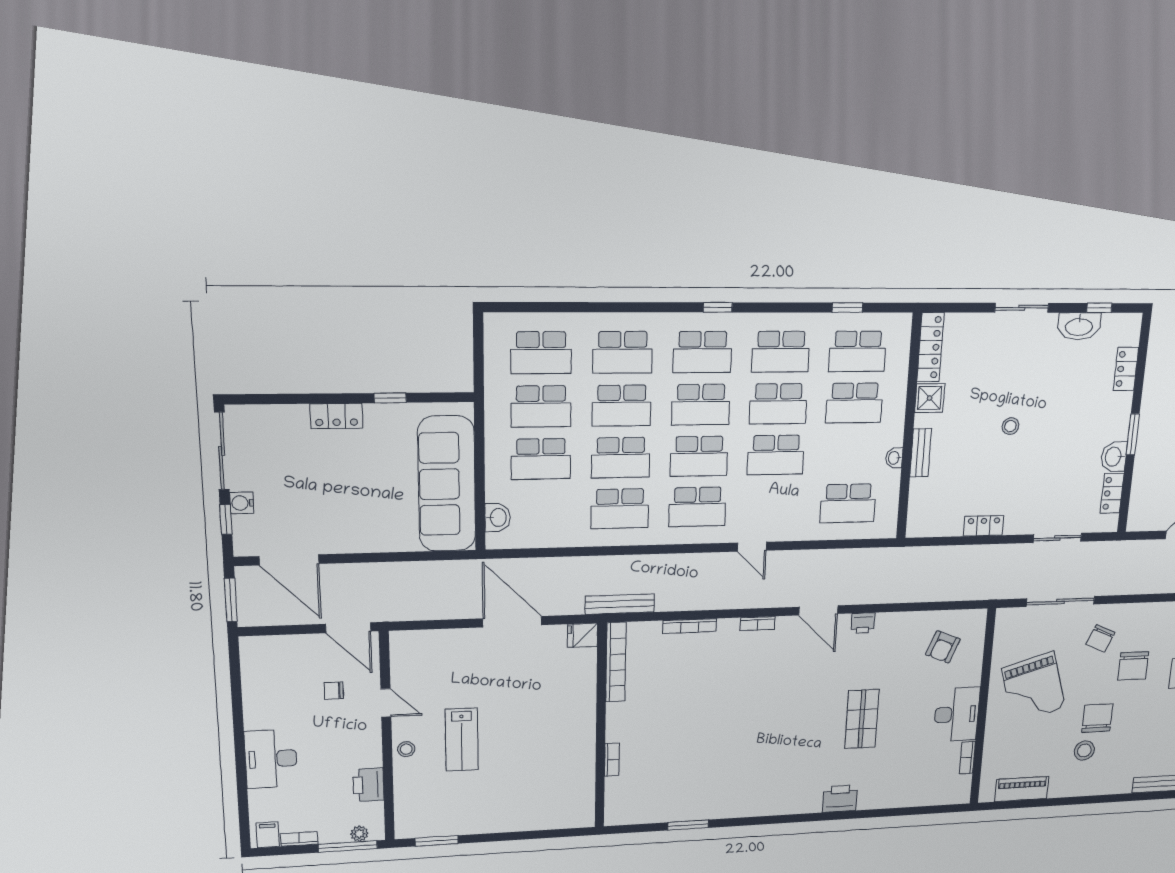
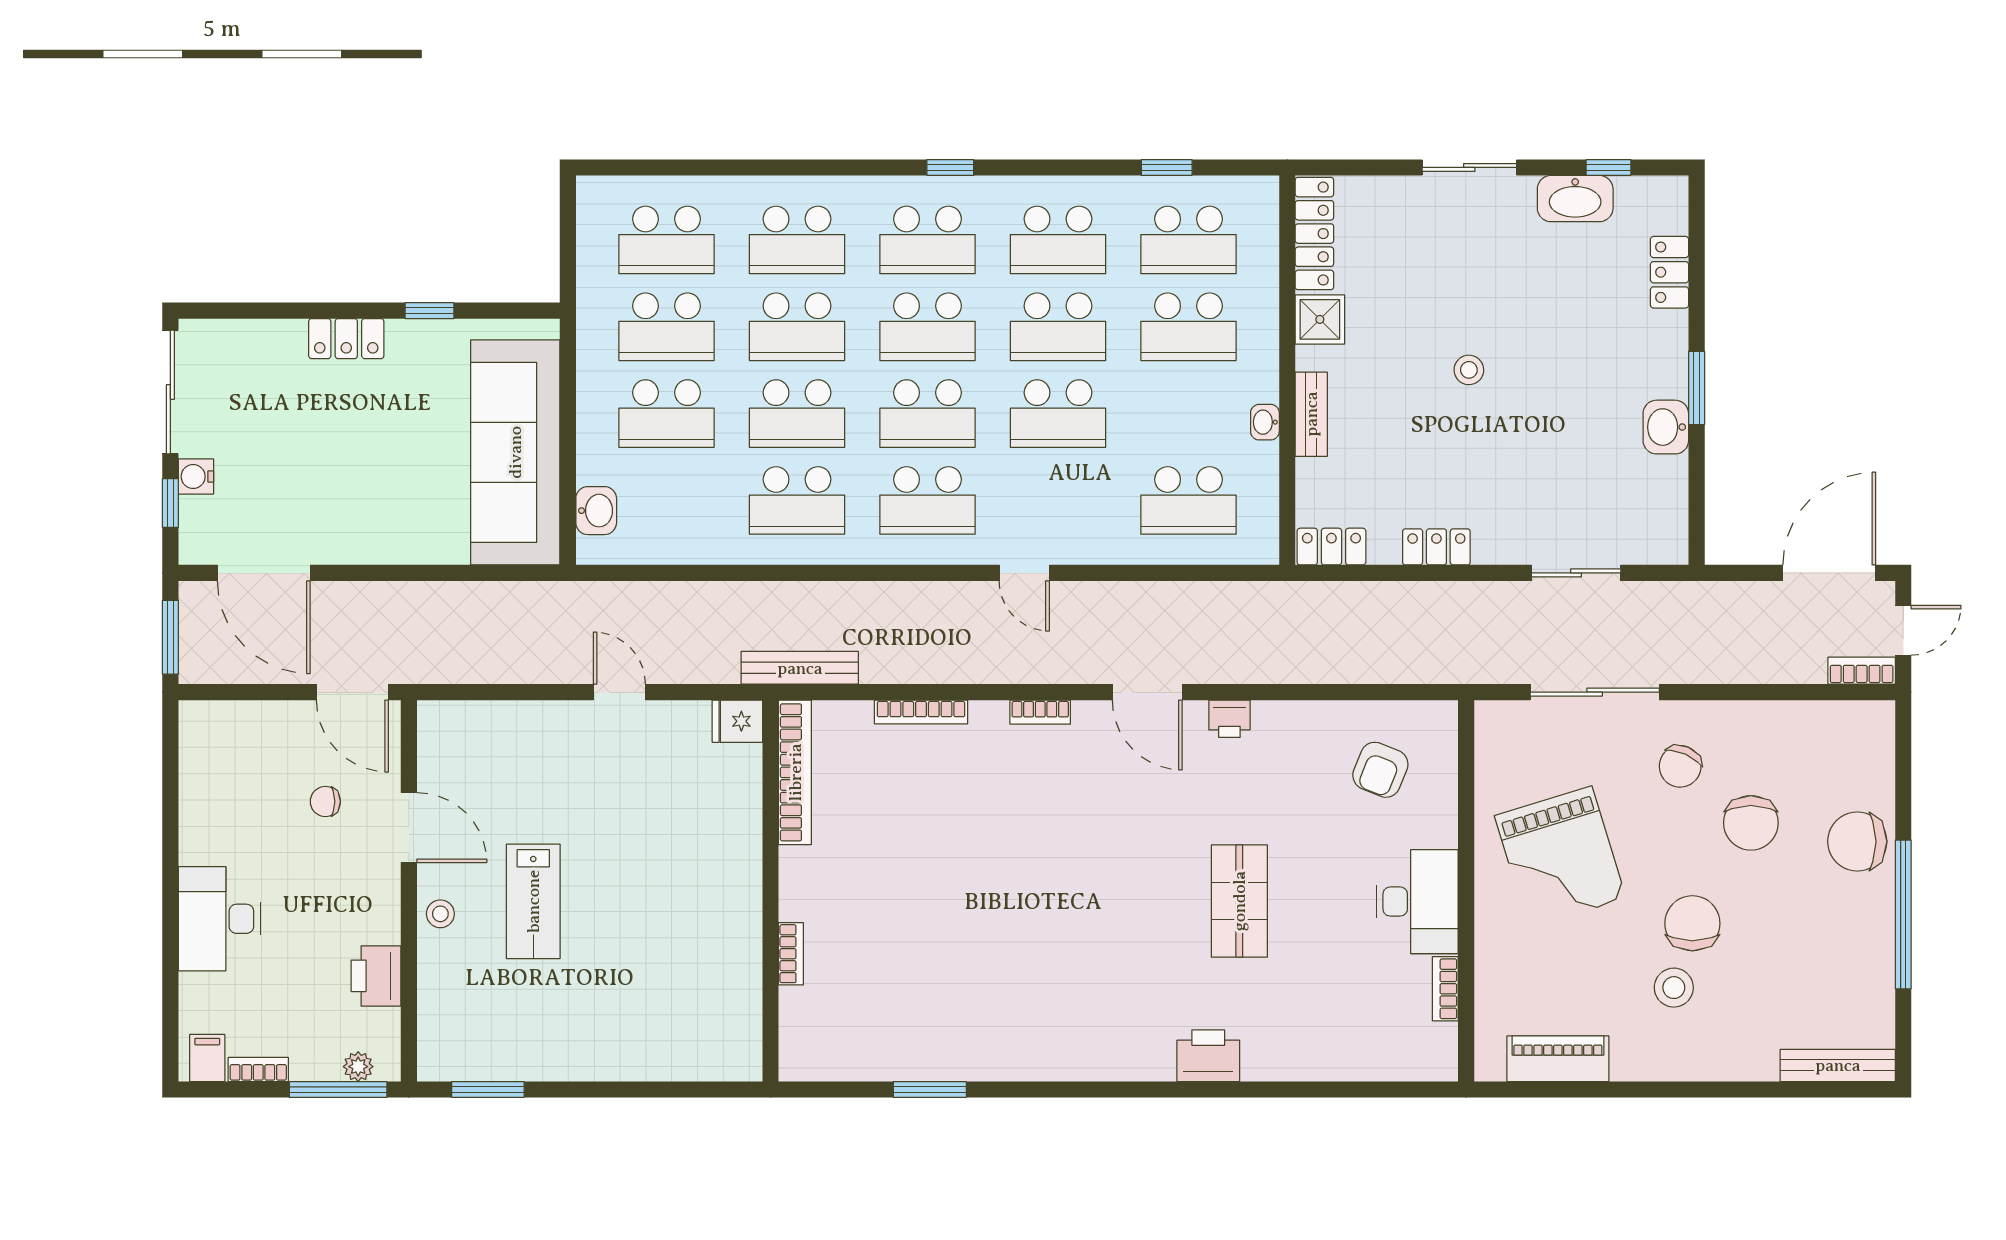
locker: (1112, 493) -> (1331, 547), moved, turned 90
door: (512, 622) -> (619, 692), width x0.53
door: (386, 703) -> (409, 828), width x1.38

